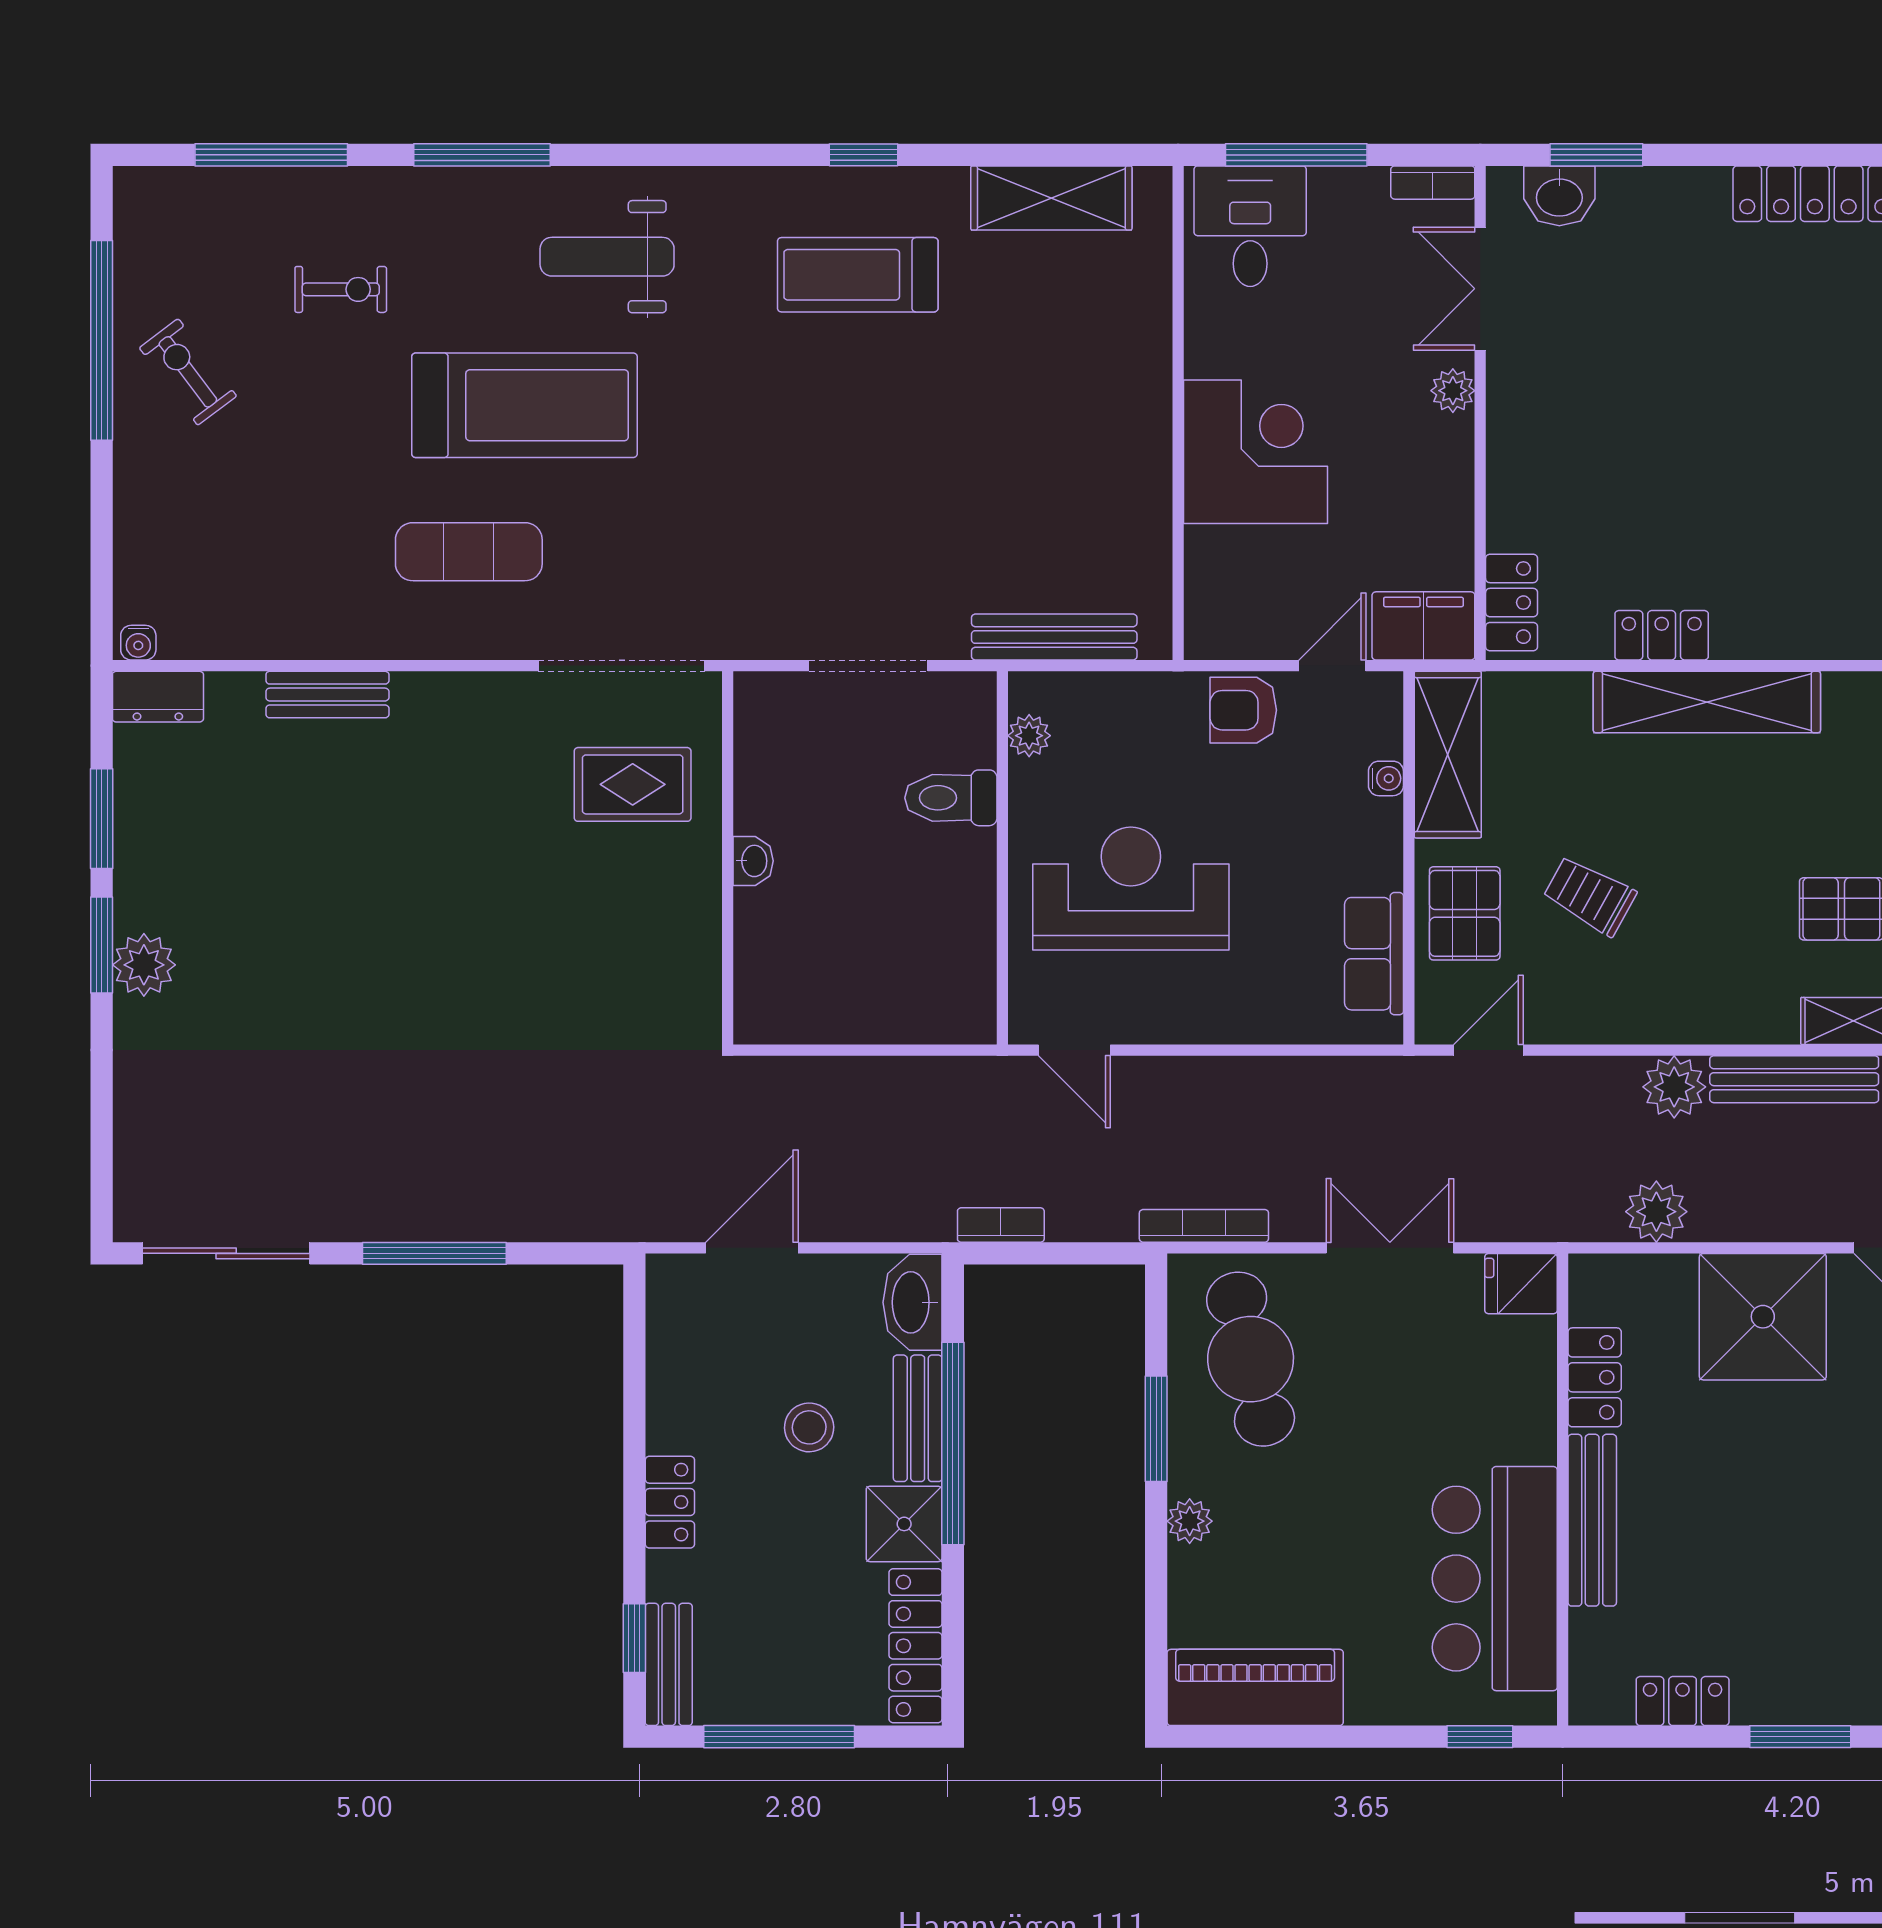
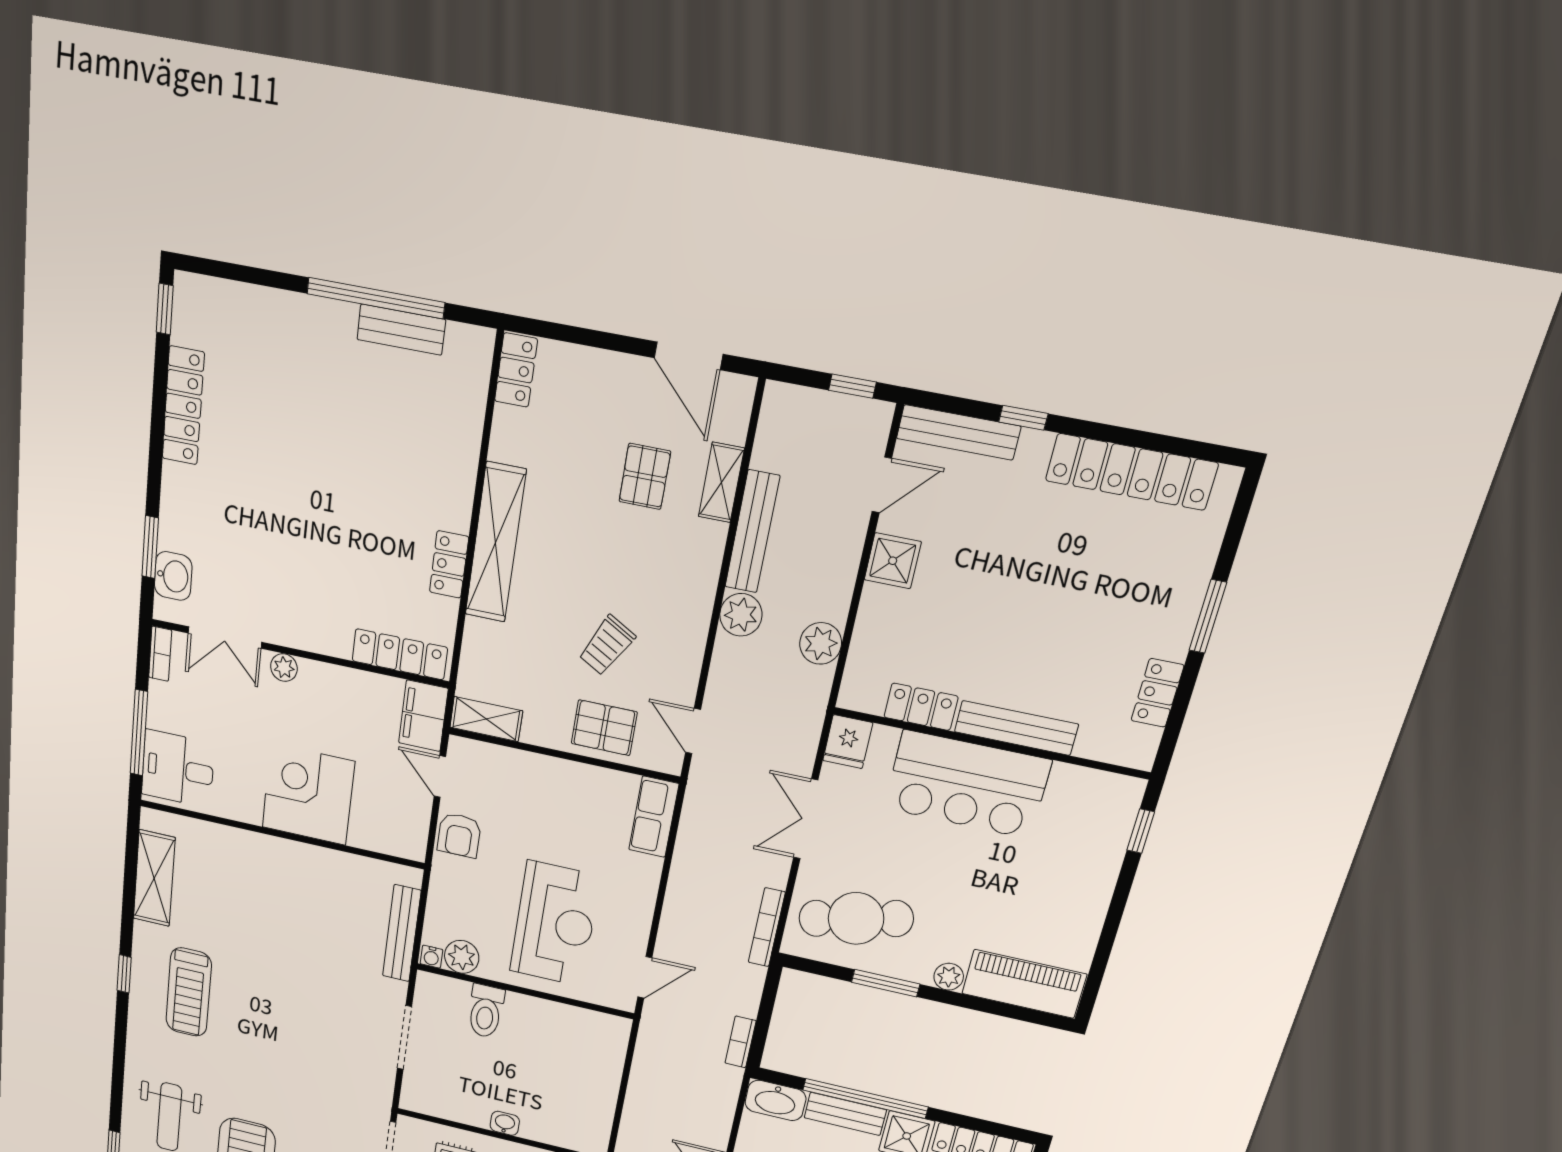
locker: (1512, 603) -> (400, 654), width x1.53
plant: (1029, 736) -> (462, 957), width x1.38, depth x1.38
shelving: (1448, 755) -> (486, 719), width x0.67, depth x0.75
water cooler: (1386, 778) -> (431, 957), moved, turned 180
reception desk: (1131, 889) -> (555, 924), turned 180
row of seats: (1374, 954) -> (654, 817), moved, turned 90
shower: (1763, 1317) -> (893, 561), width x0.54, depth x0.54
bar counter: (1495, 1579) -> (967, 784), moved
piano: (1255, 1687) -> (1024, 984), moved, turned 90

